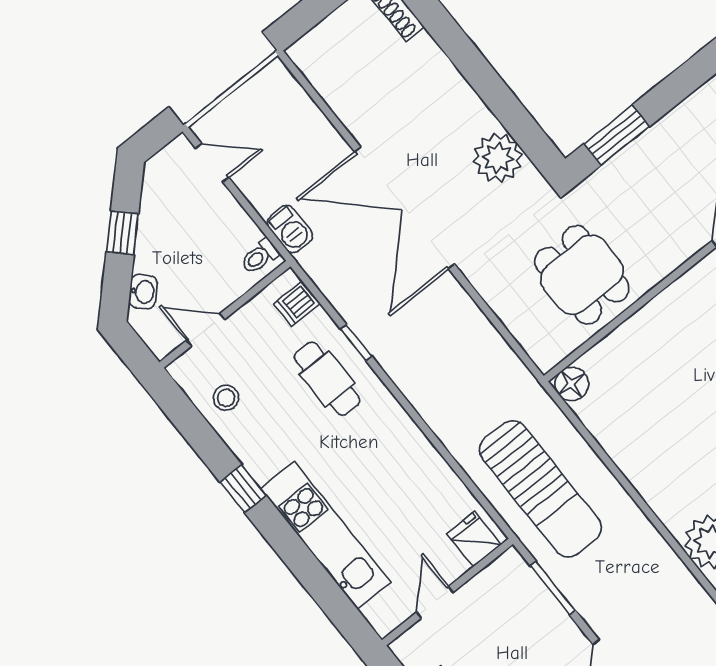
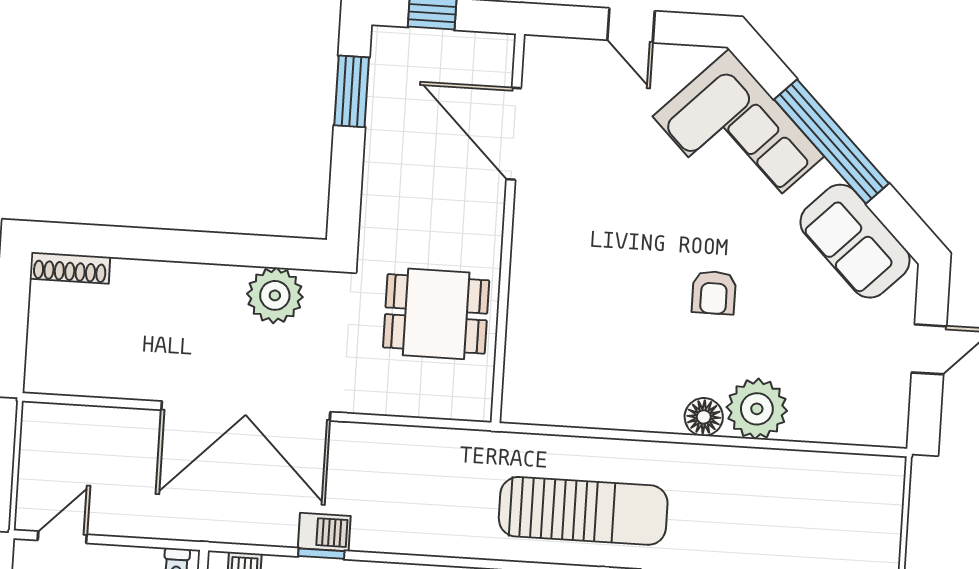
window: (617, 135) -> (352, 91), moved
barbecue: (290, 229) -> (324, 532), moved
floor lamp: (572, 384) -> (704, 417), moved

